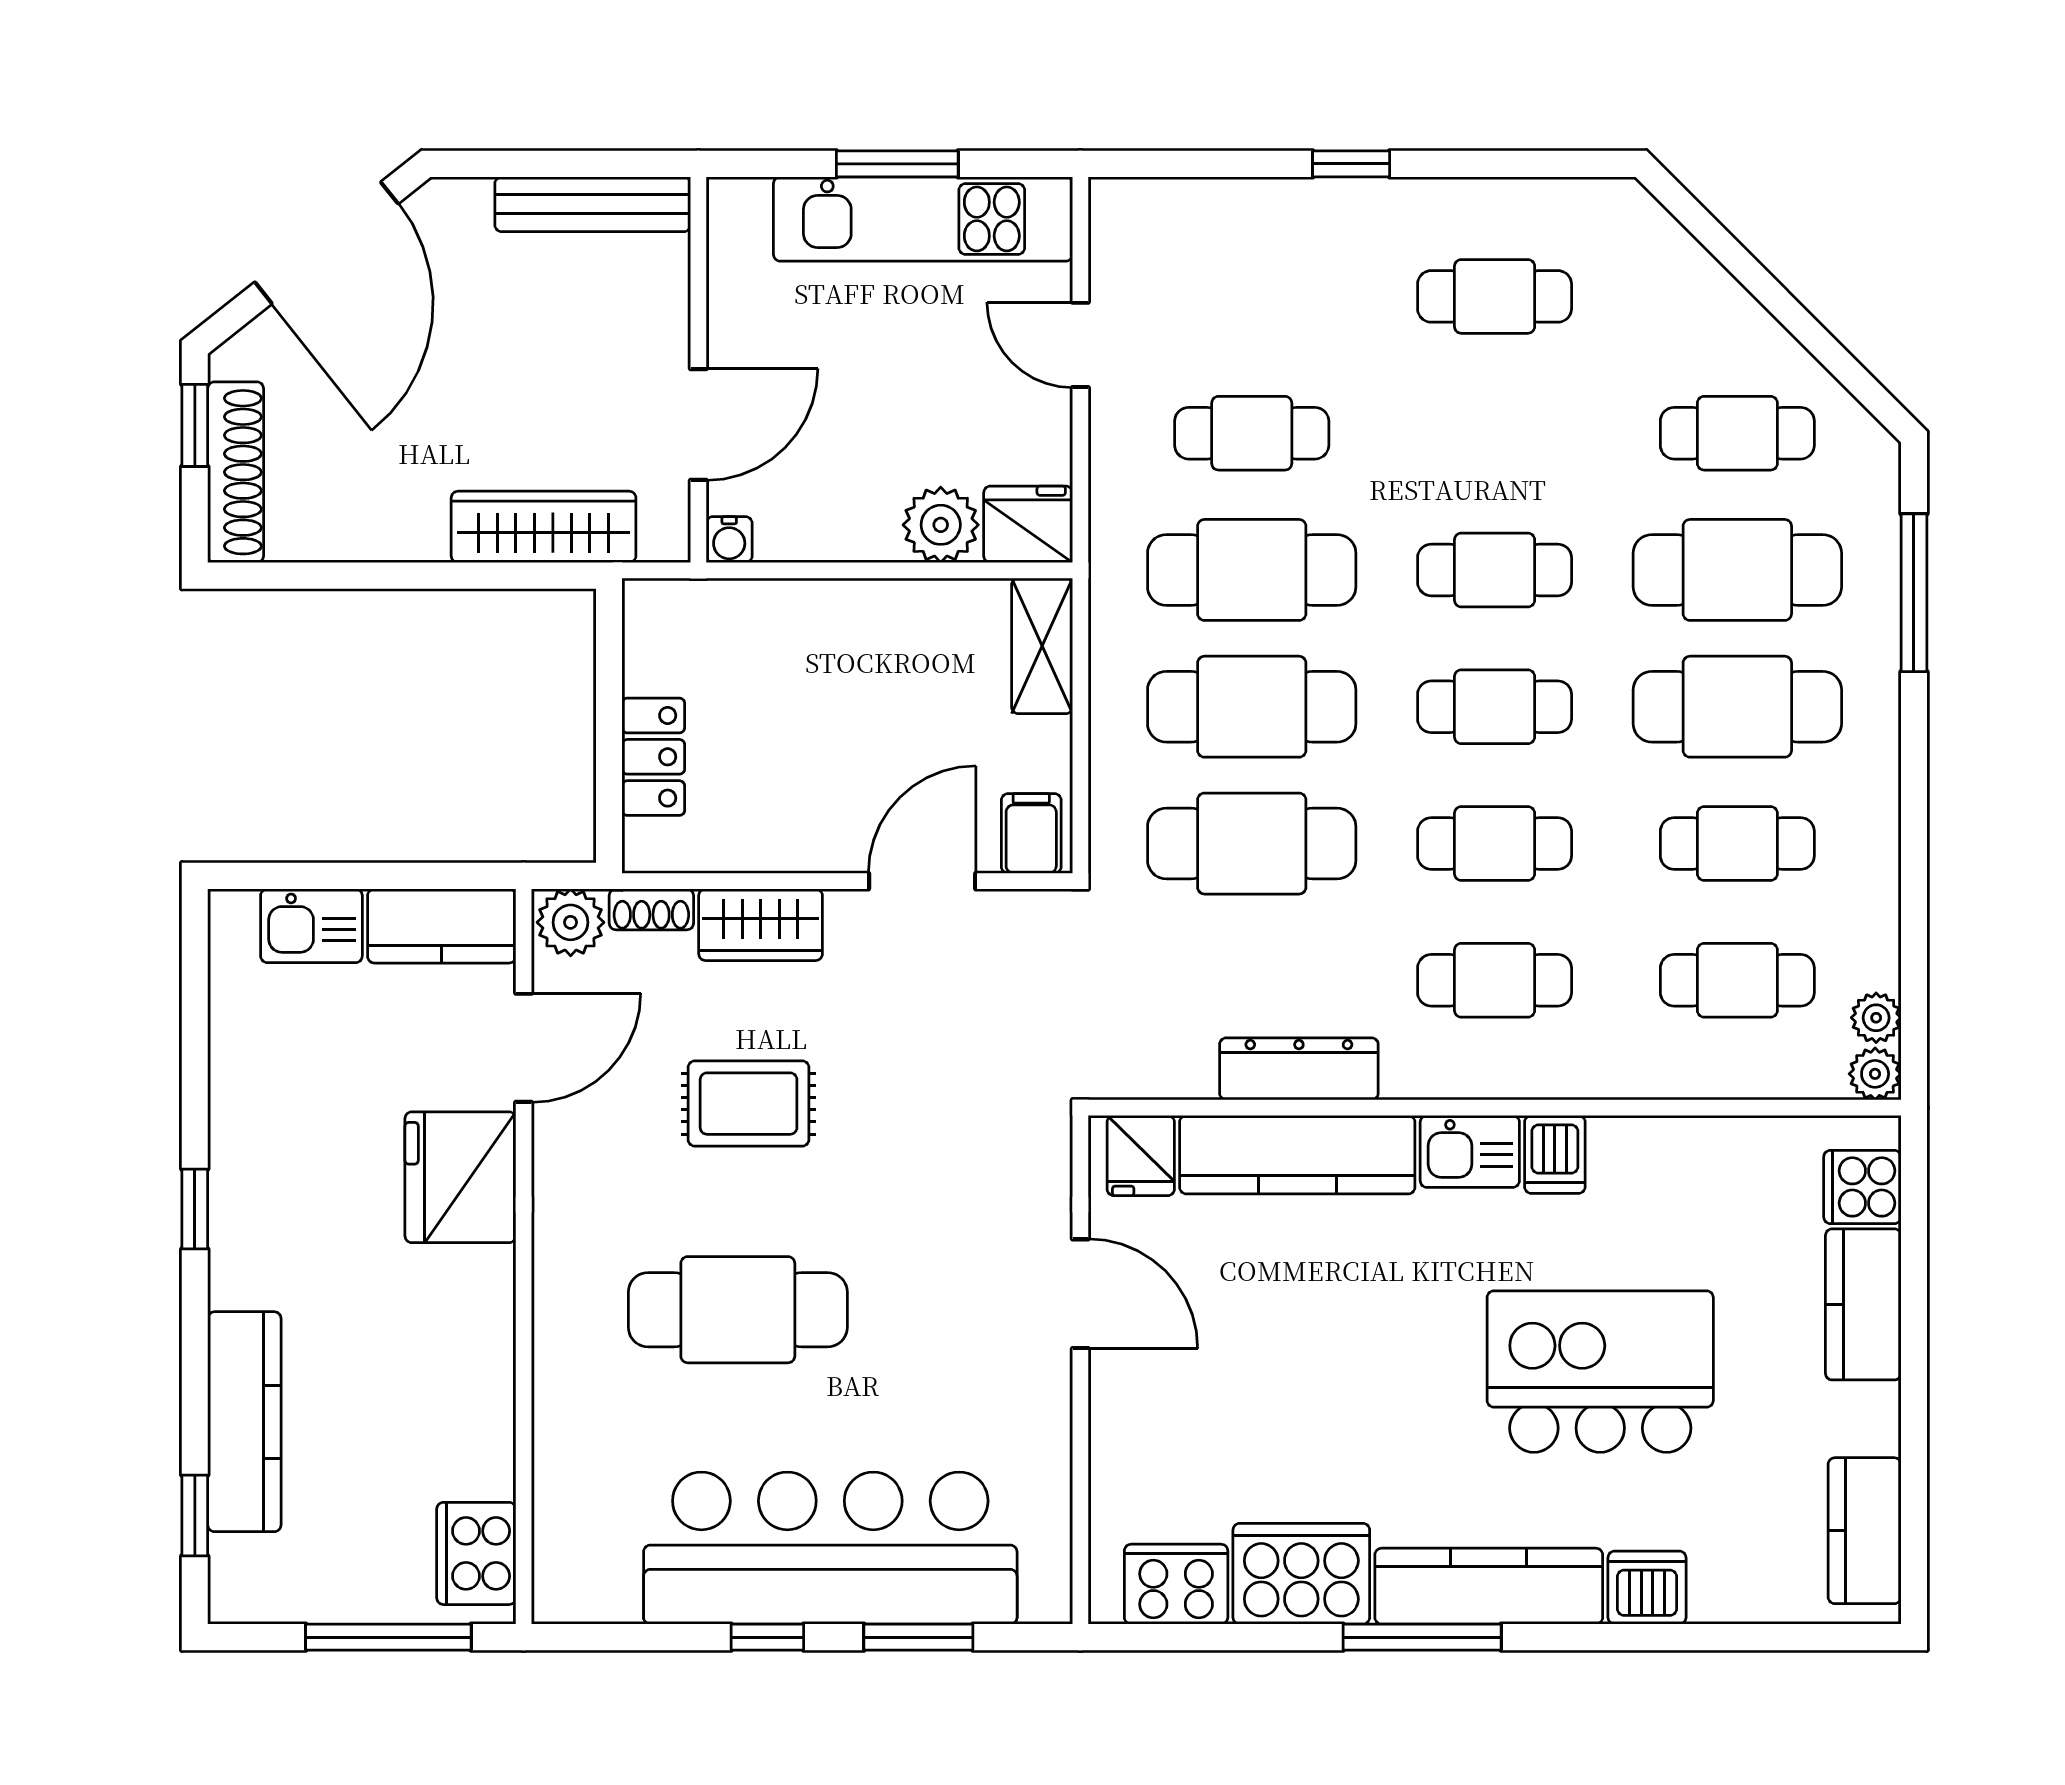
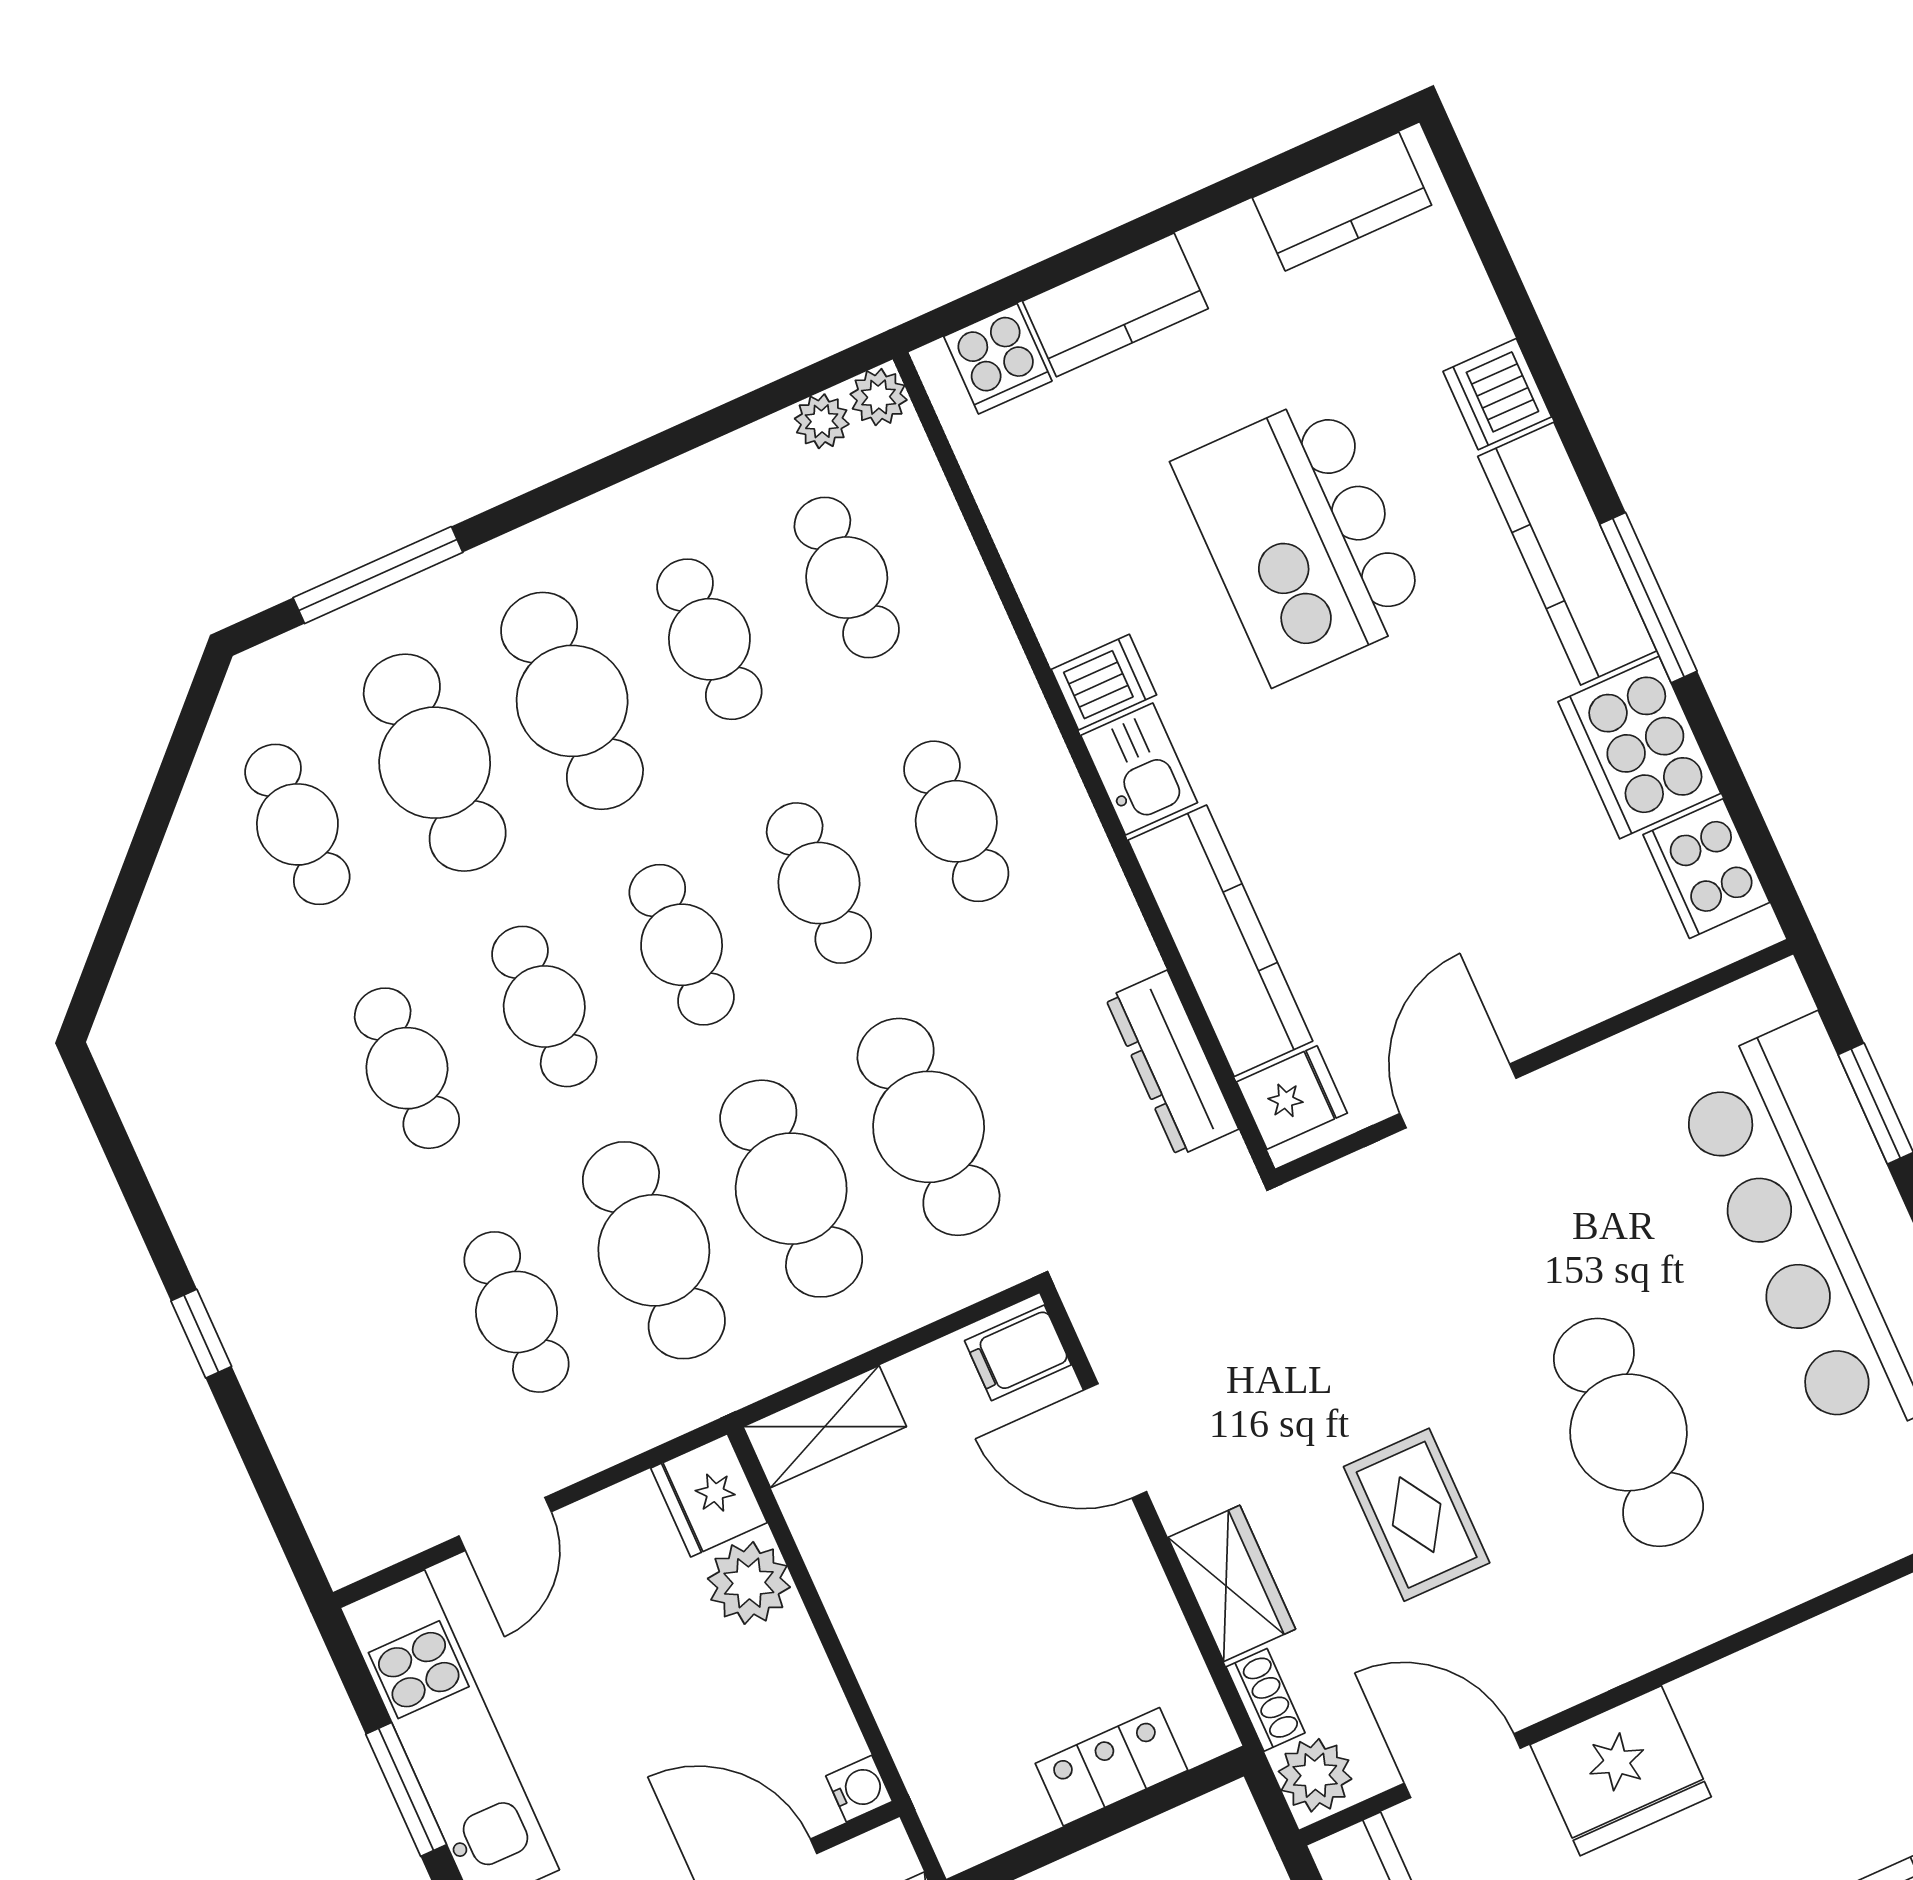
cafe table: (1495, 296) -> (407, 1068), moved
dresser: (1299, 1069) -> (1172, 1063), moved

